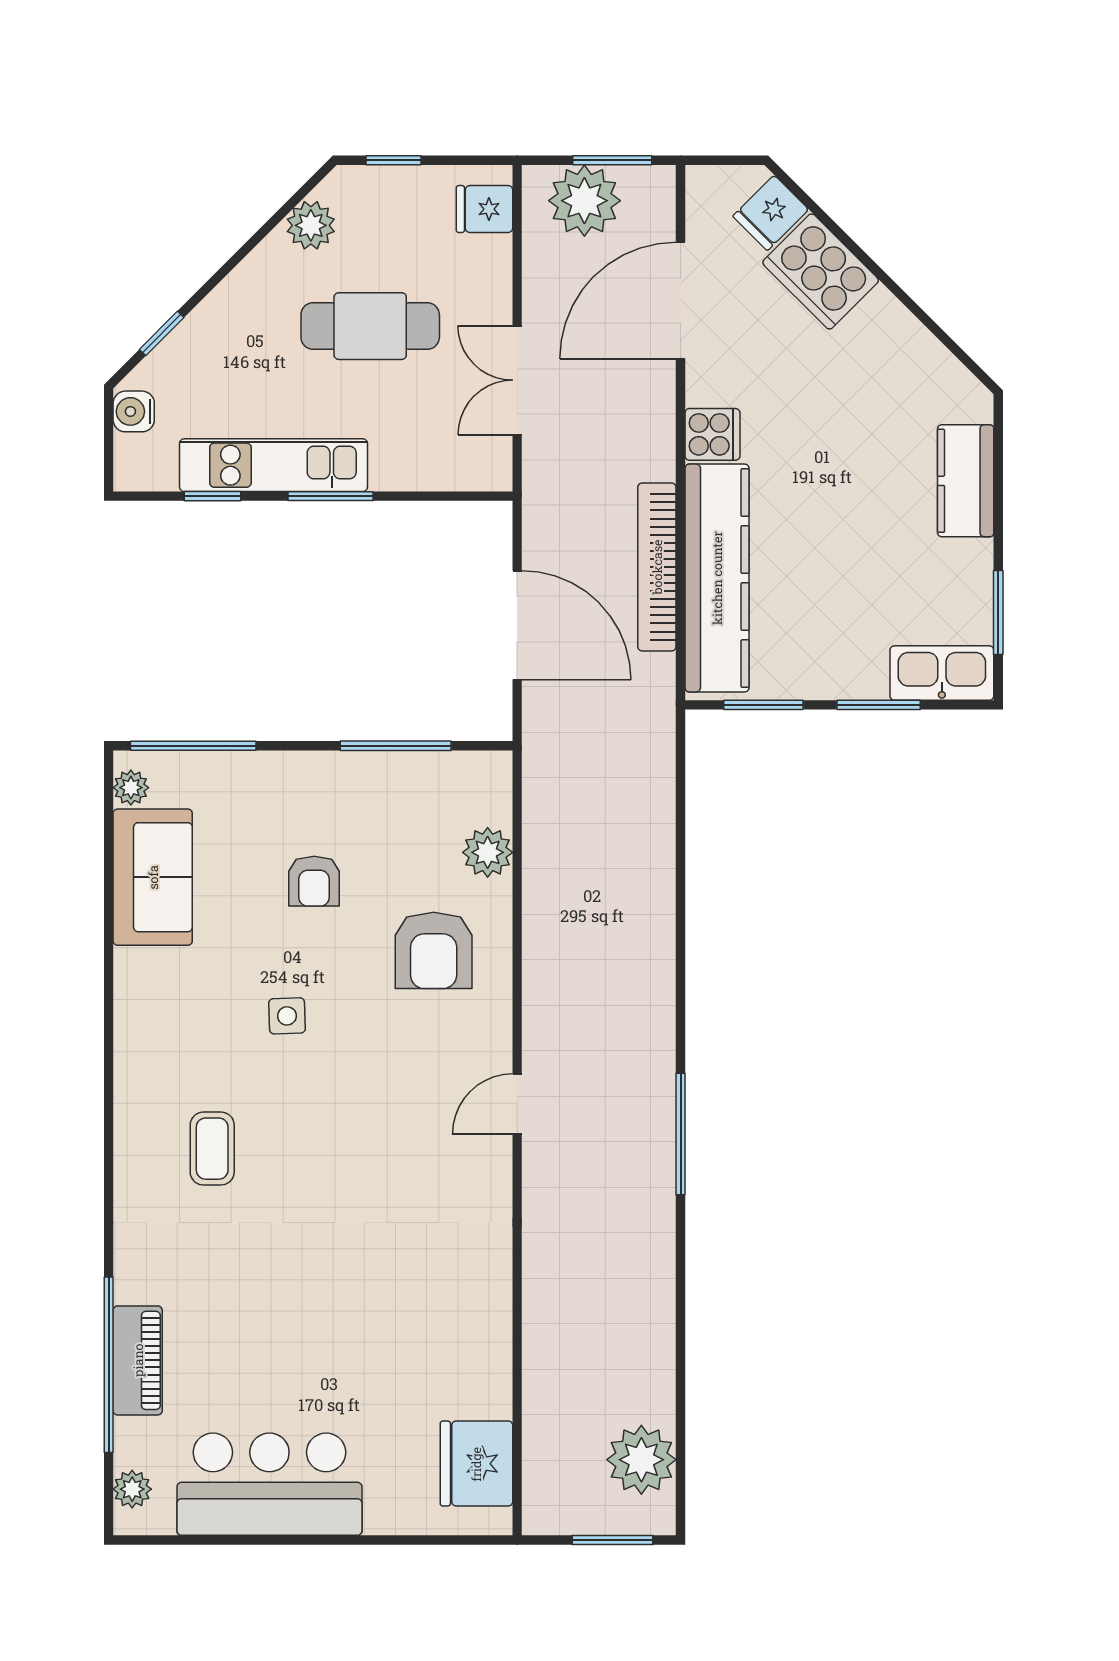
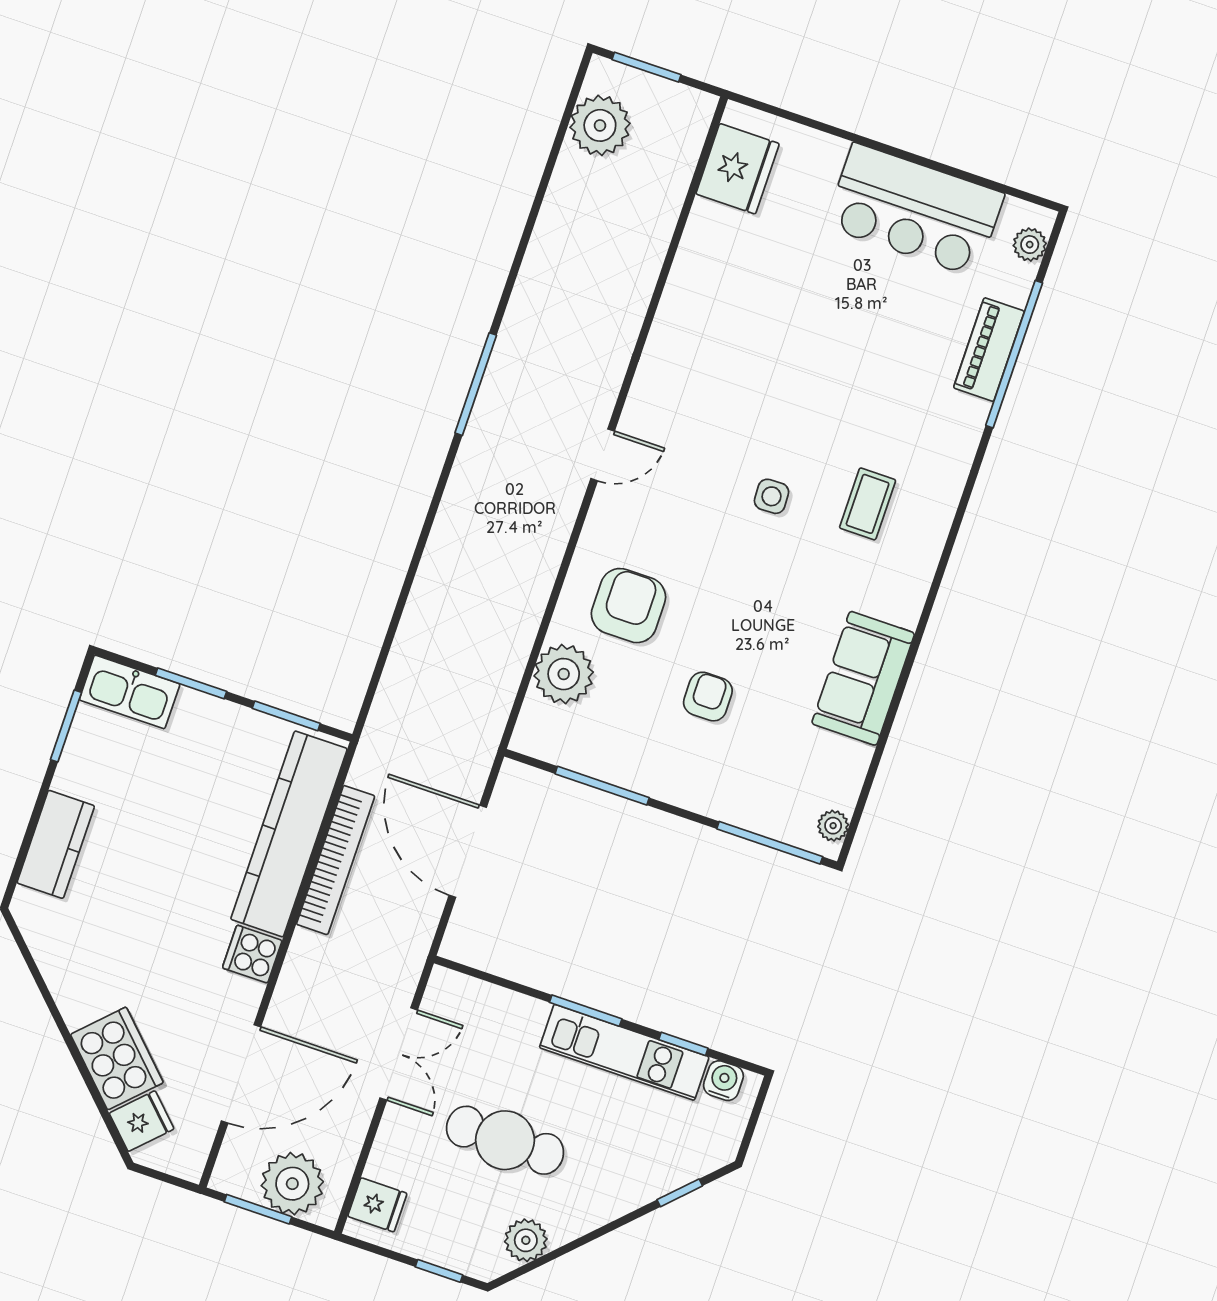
water cooler: (134, 411) -> (723, 1081), moved, turned -90
plant: (488, 852) -> (564, 674), width x1.36, depth x1.36
sofa: (153, 877) -> (863, 678), moved
side table: (287, 1016) -> (772, 496), moved

